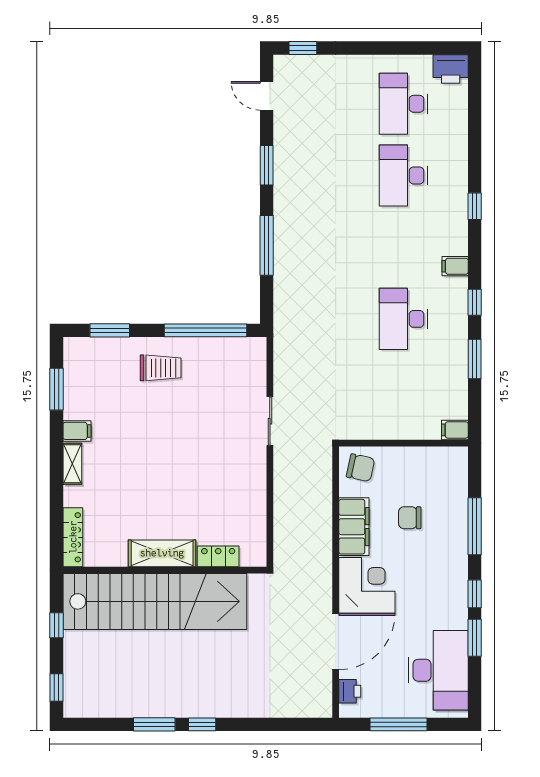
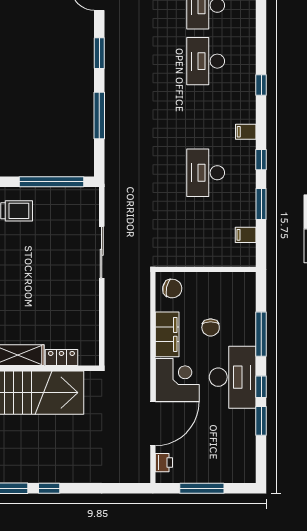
sliding door: (270, 421) -> (102, 252), width x1.37
filing cabinet: (455, 430) -> (246, 235), moved
chair: (410, 518) -> (211, 327), turned -90
desk: (438, 670) -> (233, 377), moved

